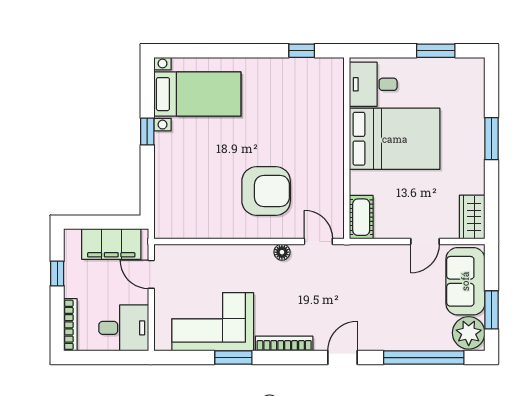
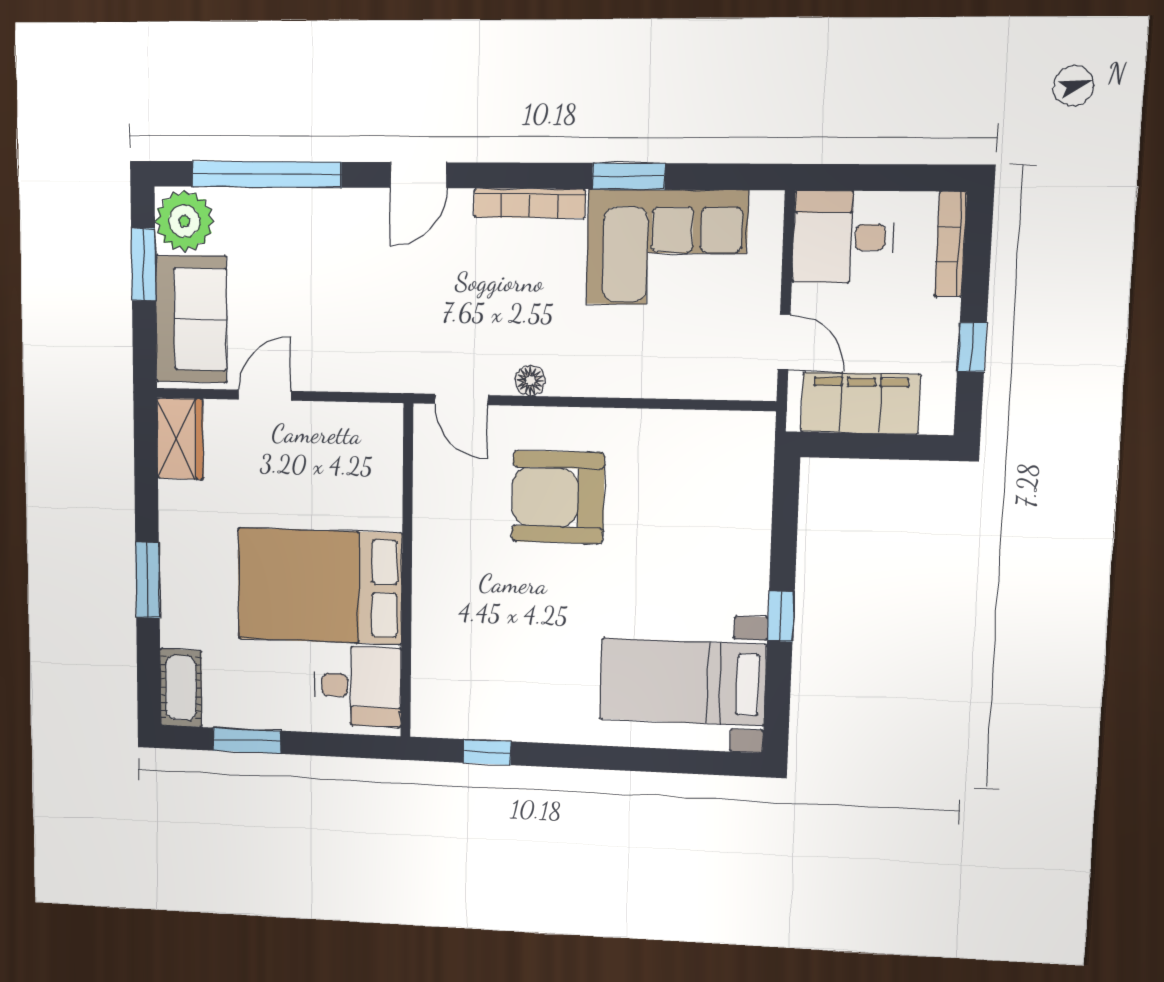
cot: (361, 217) -> (181, 688), moved

